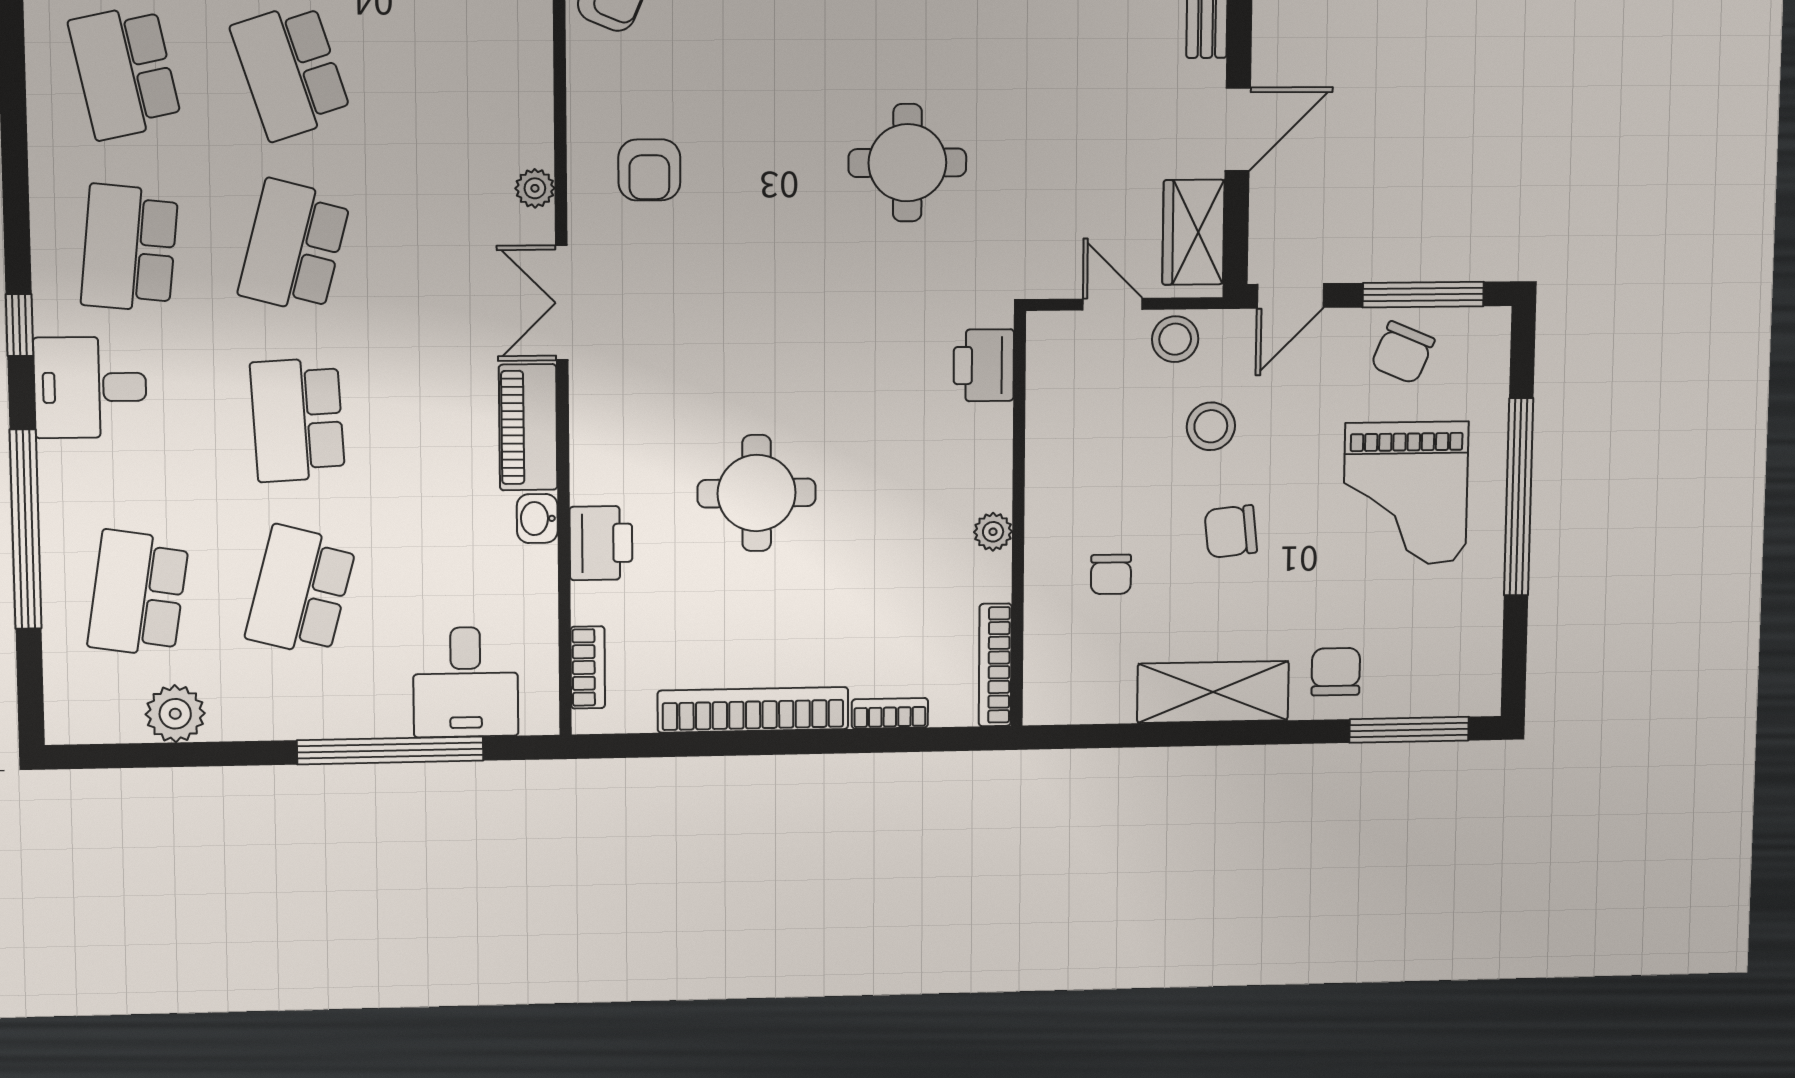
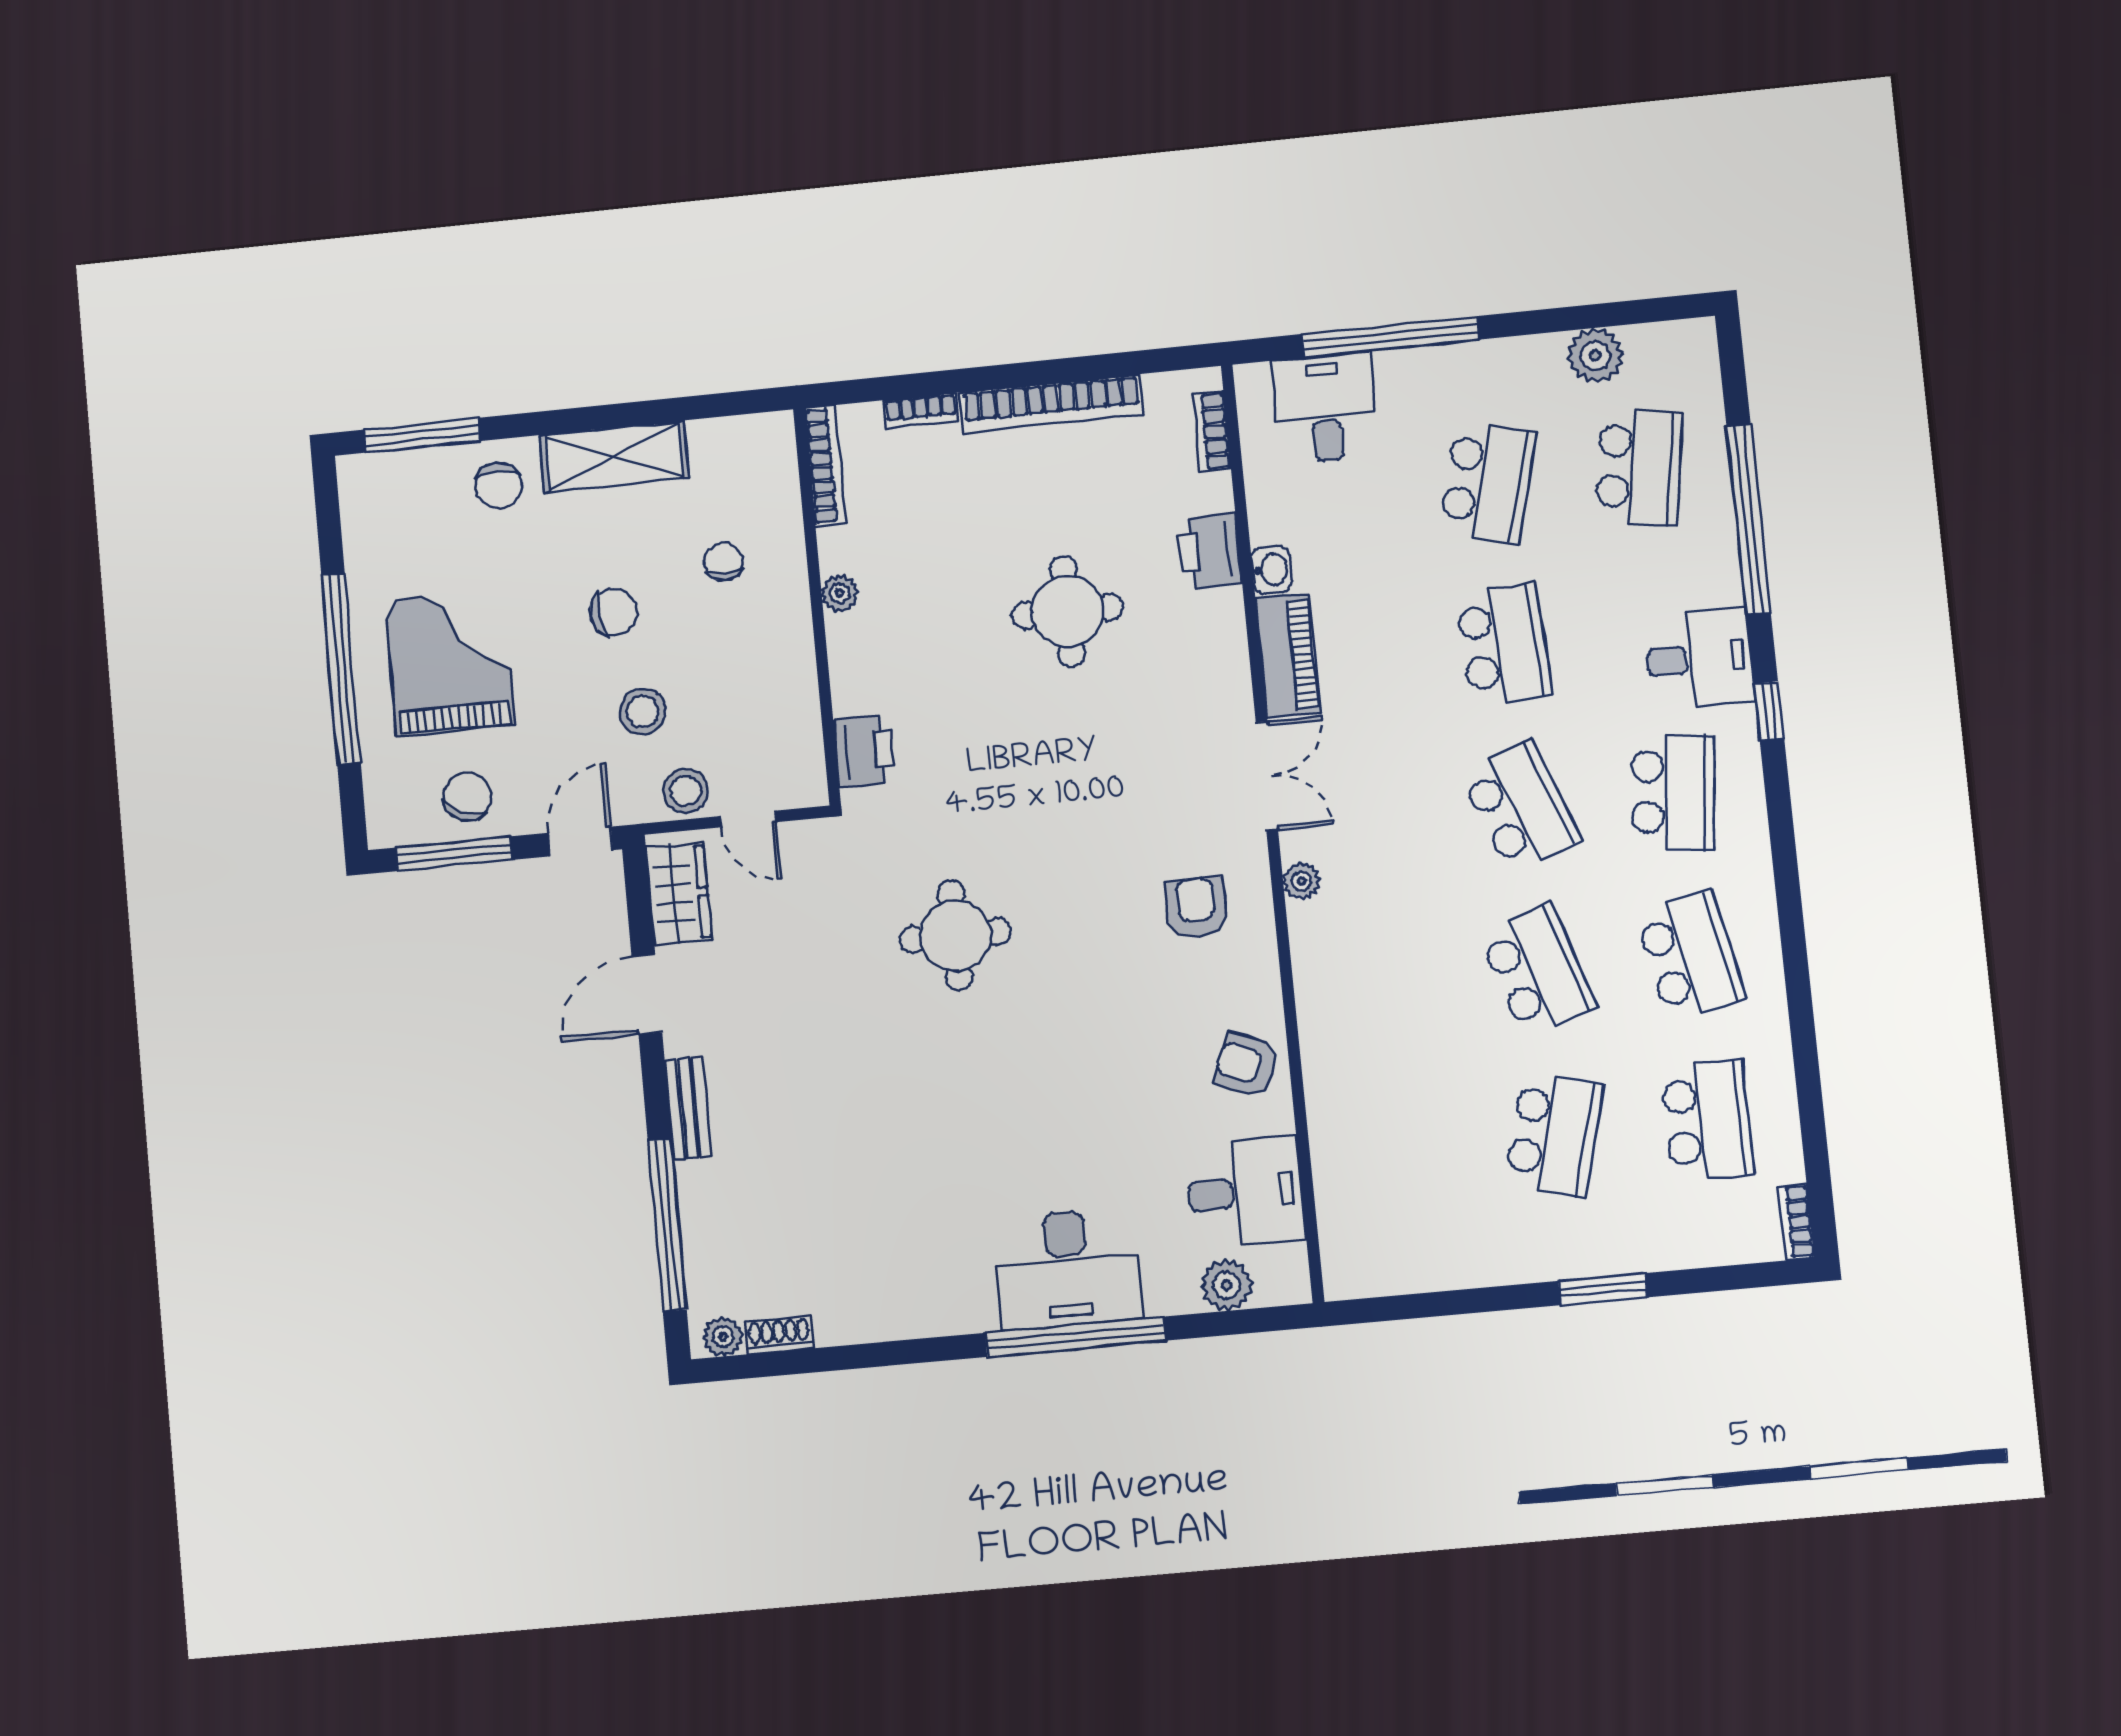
school desk: (294, 247) -> (1521, 807), turned -36

